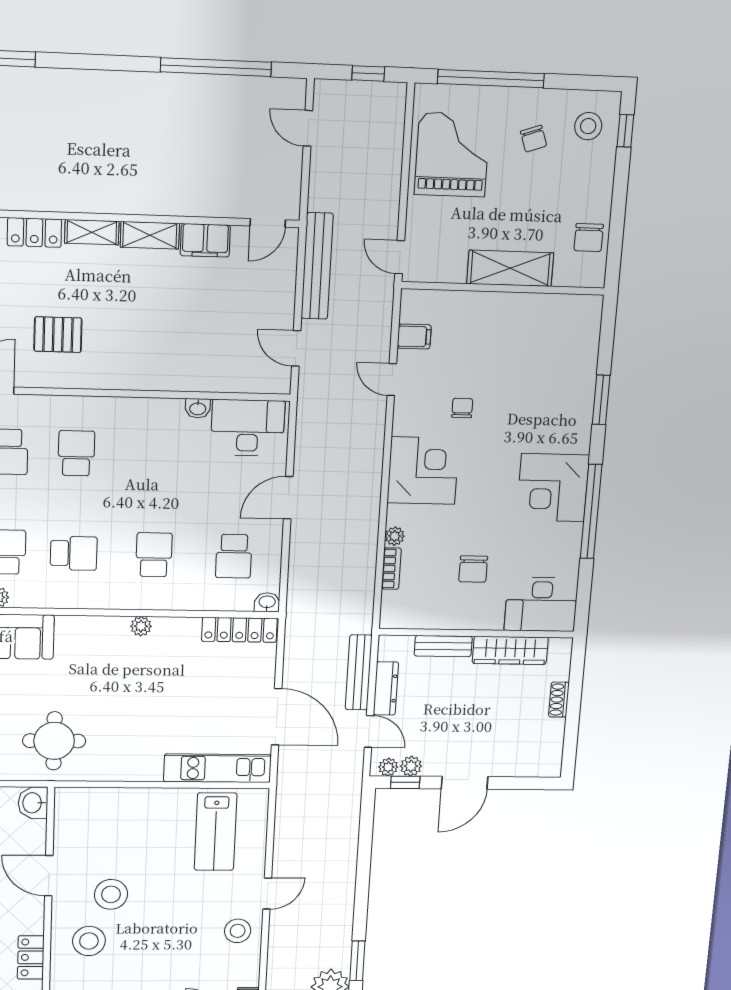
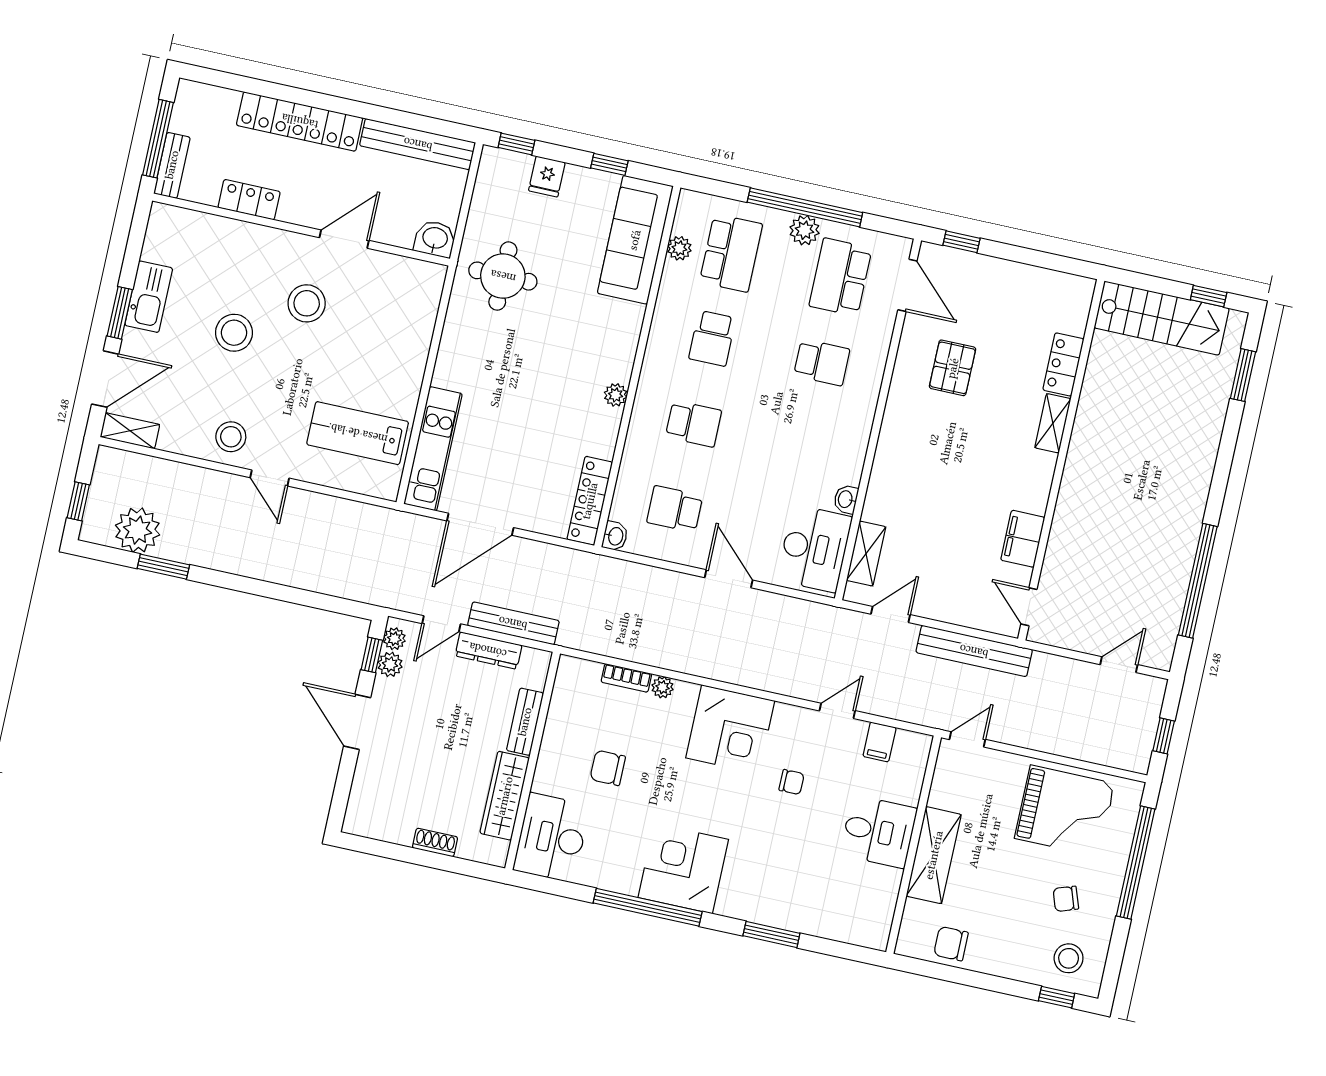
shelving: (150, 235) -> (866, 554), moved
desk: (496, 322) -> (879, 832), added
stool: (89, 941) -> (234, 333), moved

